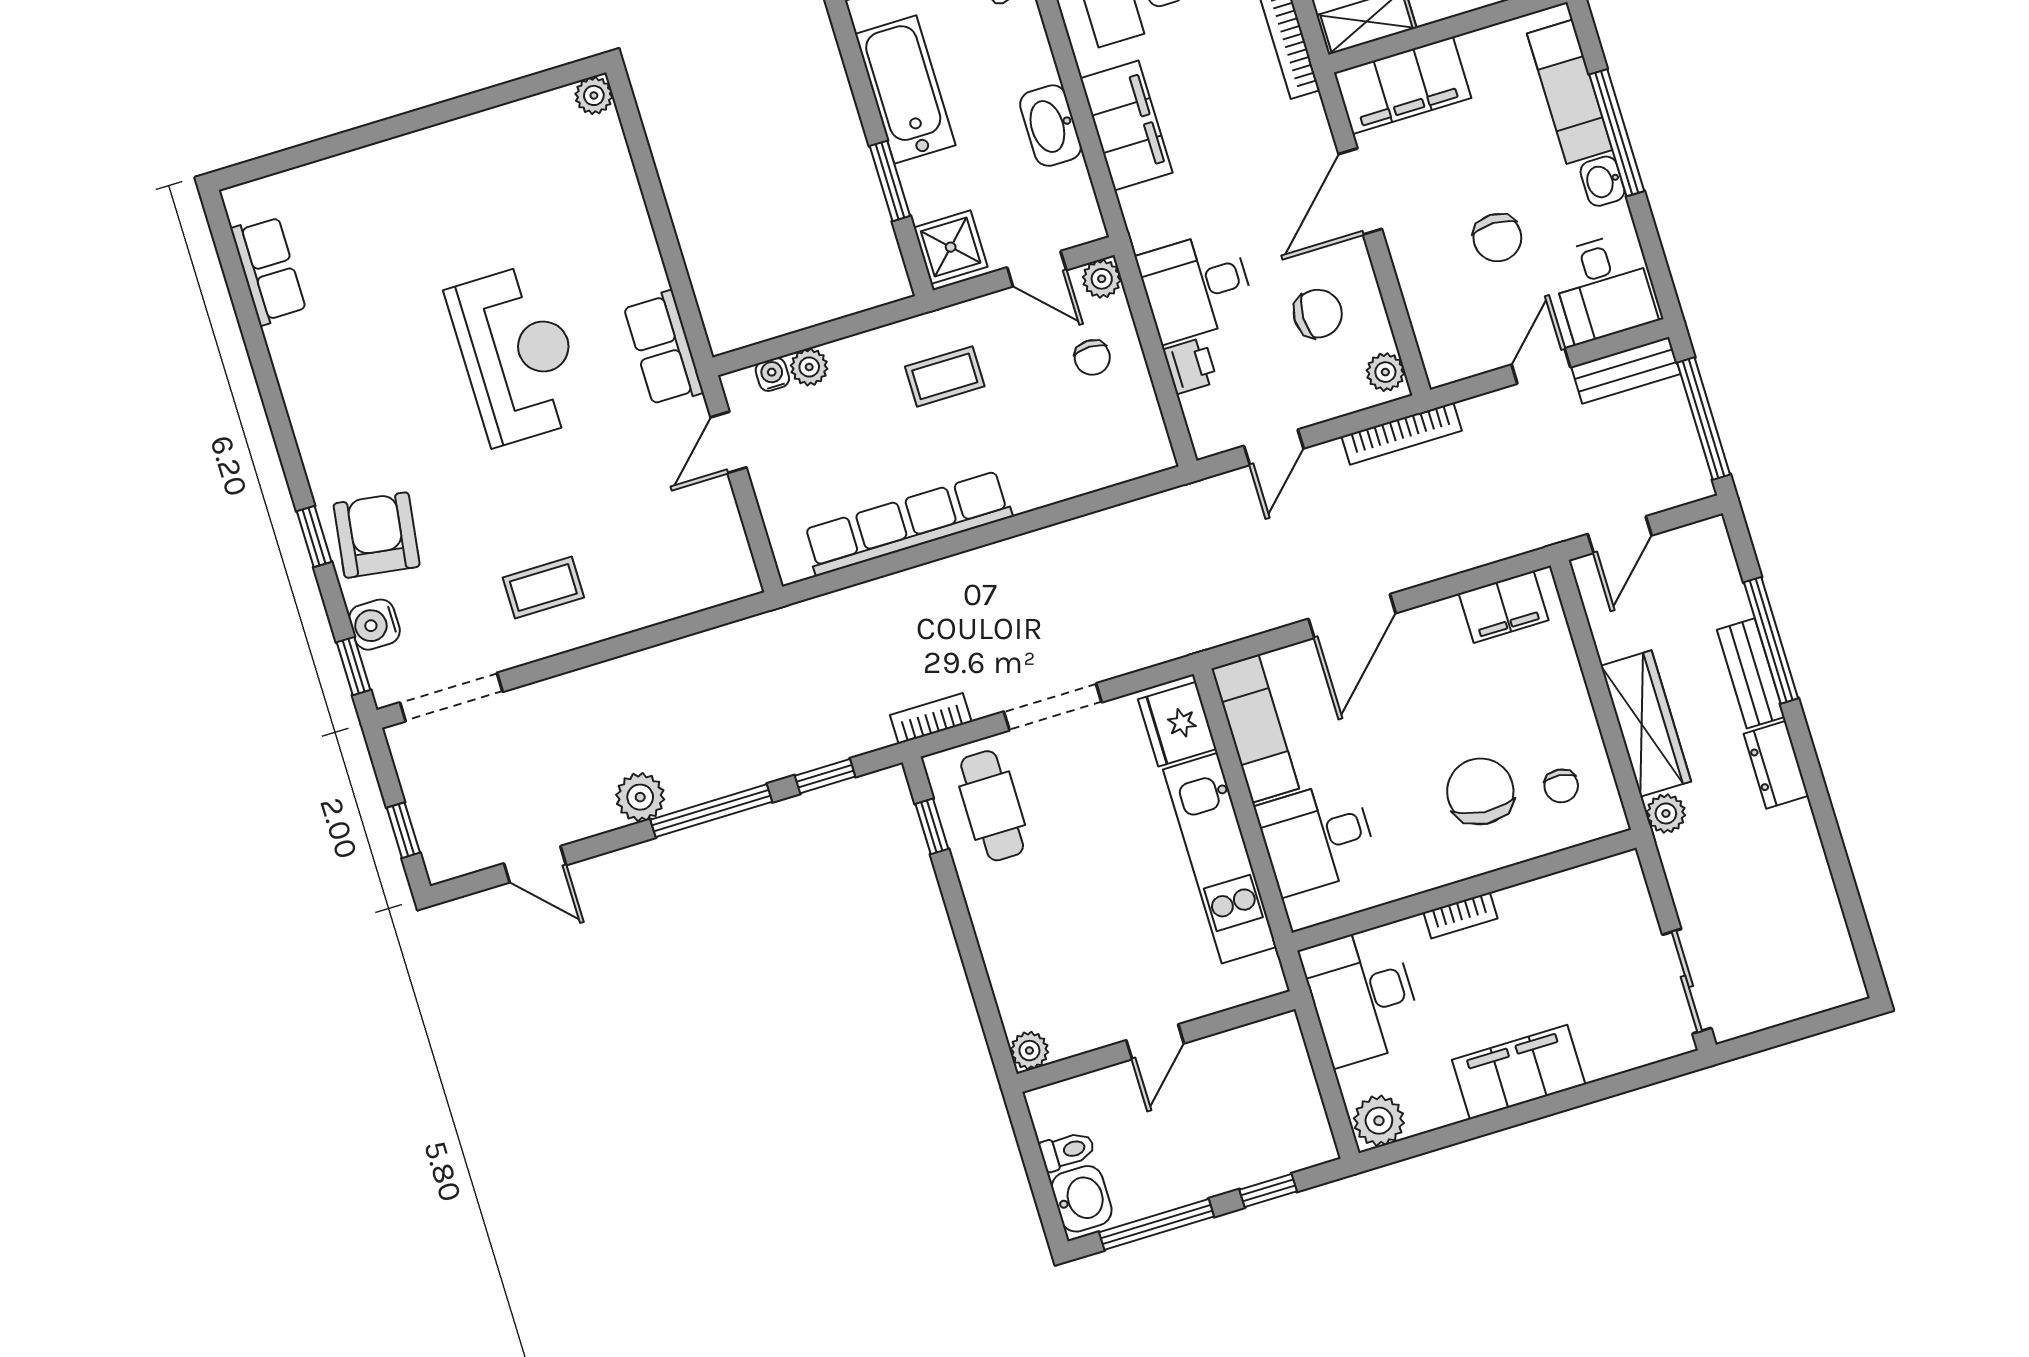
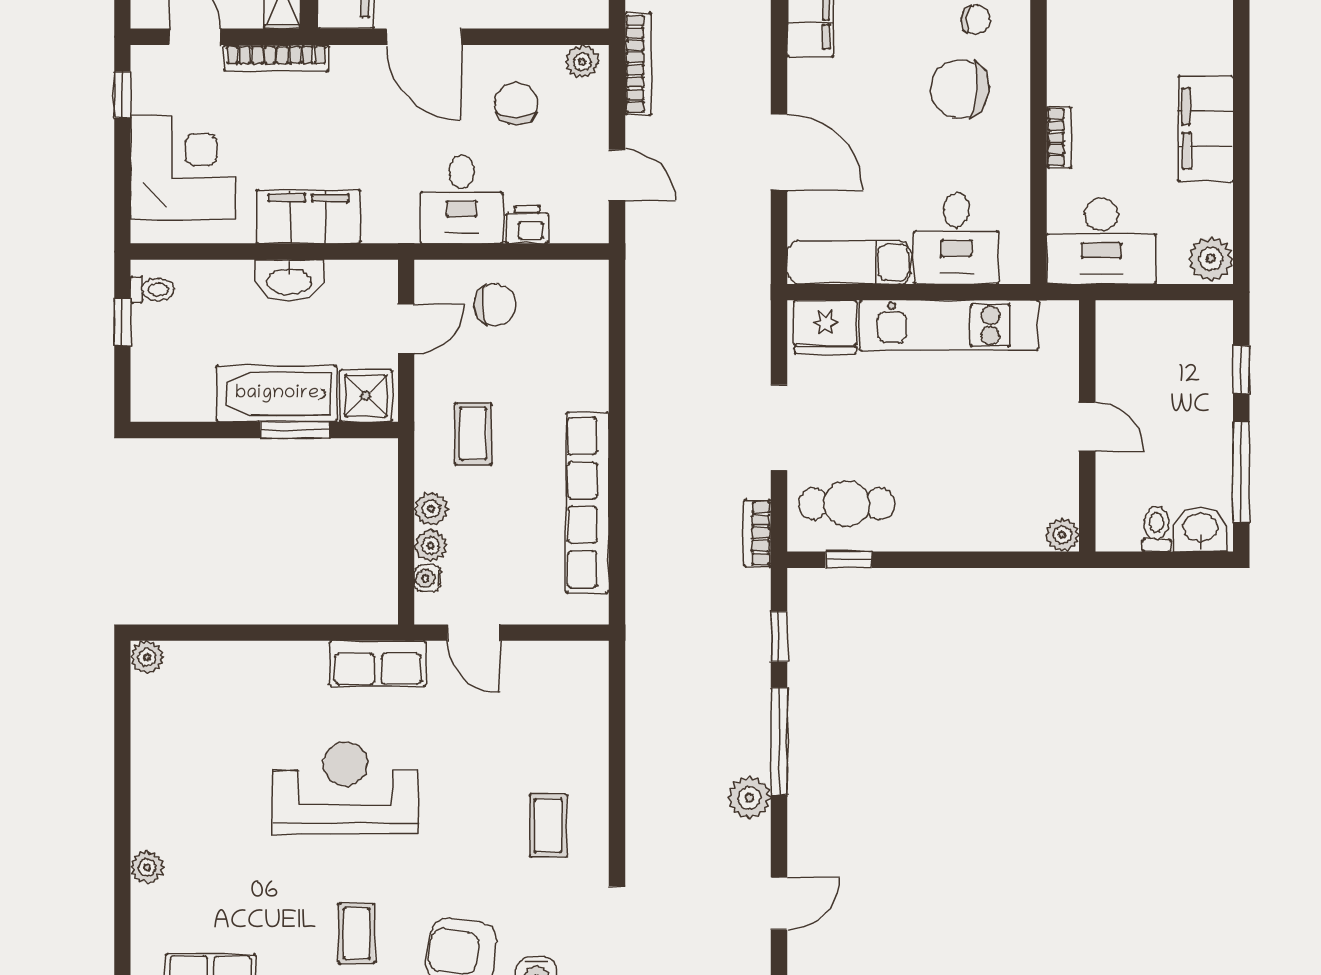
bathtub: (905, 90) -> (277, 394), moved
plant: (365, 165) -> (147, 867), added
plant: (1102, 279) -> (431, 509), moved
chair: (1092, 357) -> (495, 305), width x1.37, depth x1.37
coffee table: (363, 415) -> (356, 934), added

